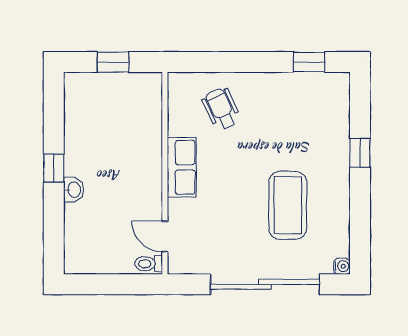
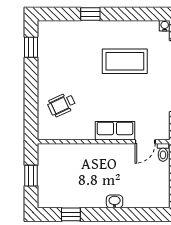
row of seats: (182, 167) -> (115, 131), moved
window: (54, 168) -> (71, 214), moved

